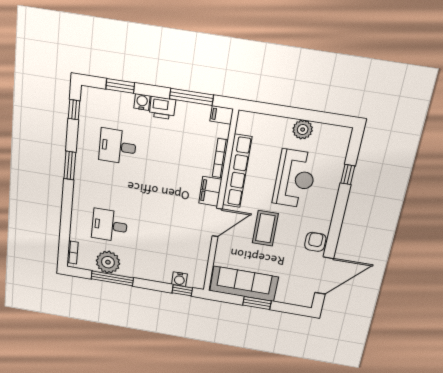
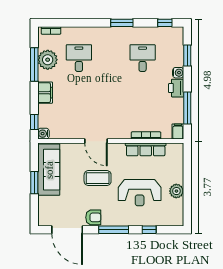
row of seats: (237, 171) -> (146, 149), width x0.73
filing cabinet: (210, 191) -> (45, 93), moved, turned 90
window: (337, 220) -> (114, 230), added
water cooler: (179, 279) -> (43, 134), moved

